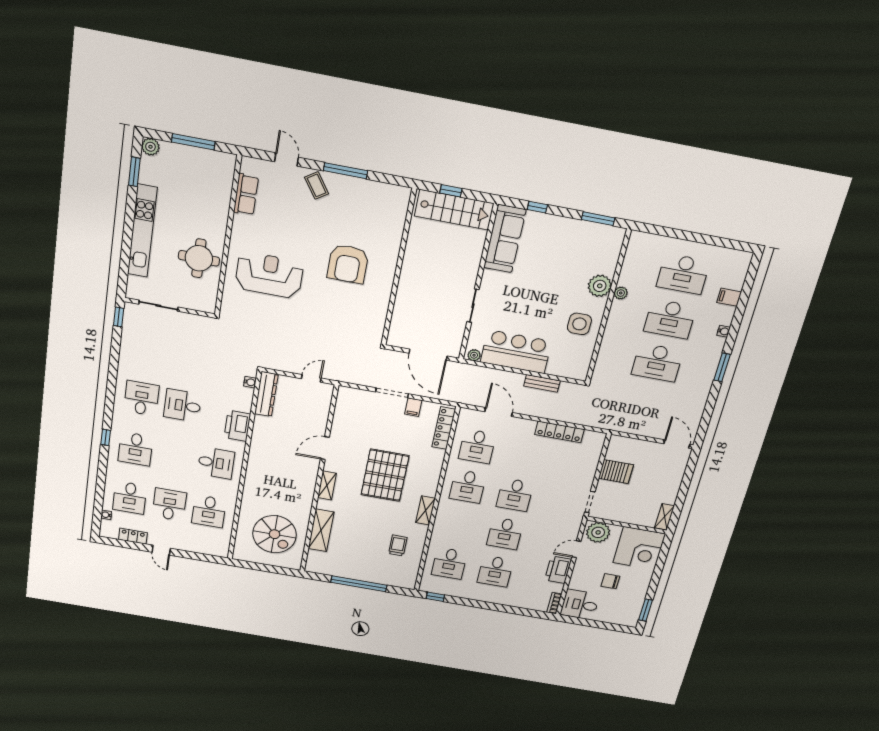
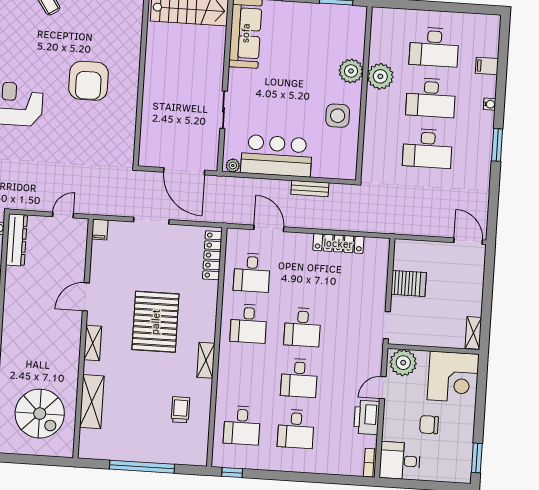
plant: (621, 293) -> (380, 76), width x1.88, depth x1.88
filing cabinet: (413, 407) -> (100, 230), moved

